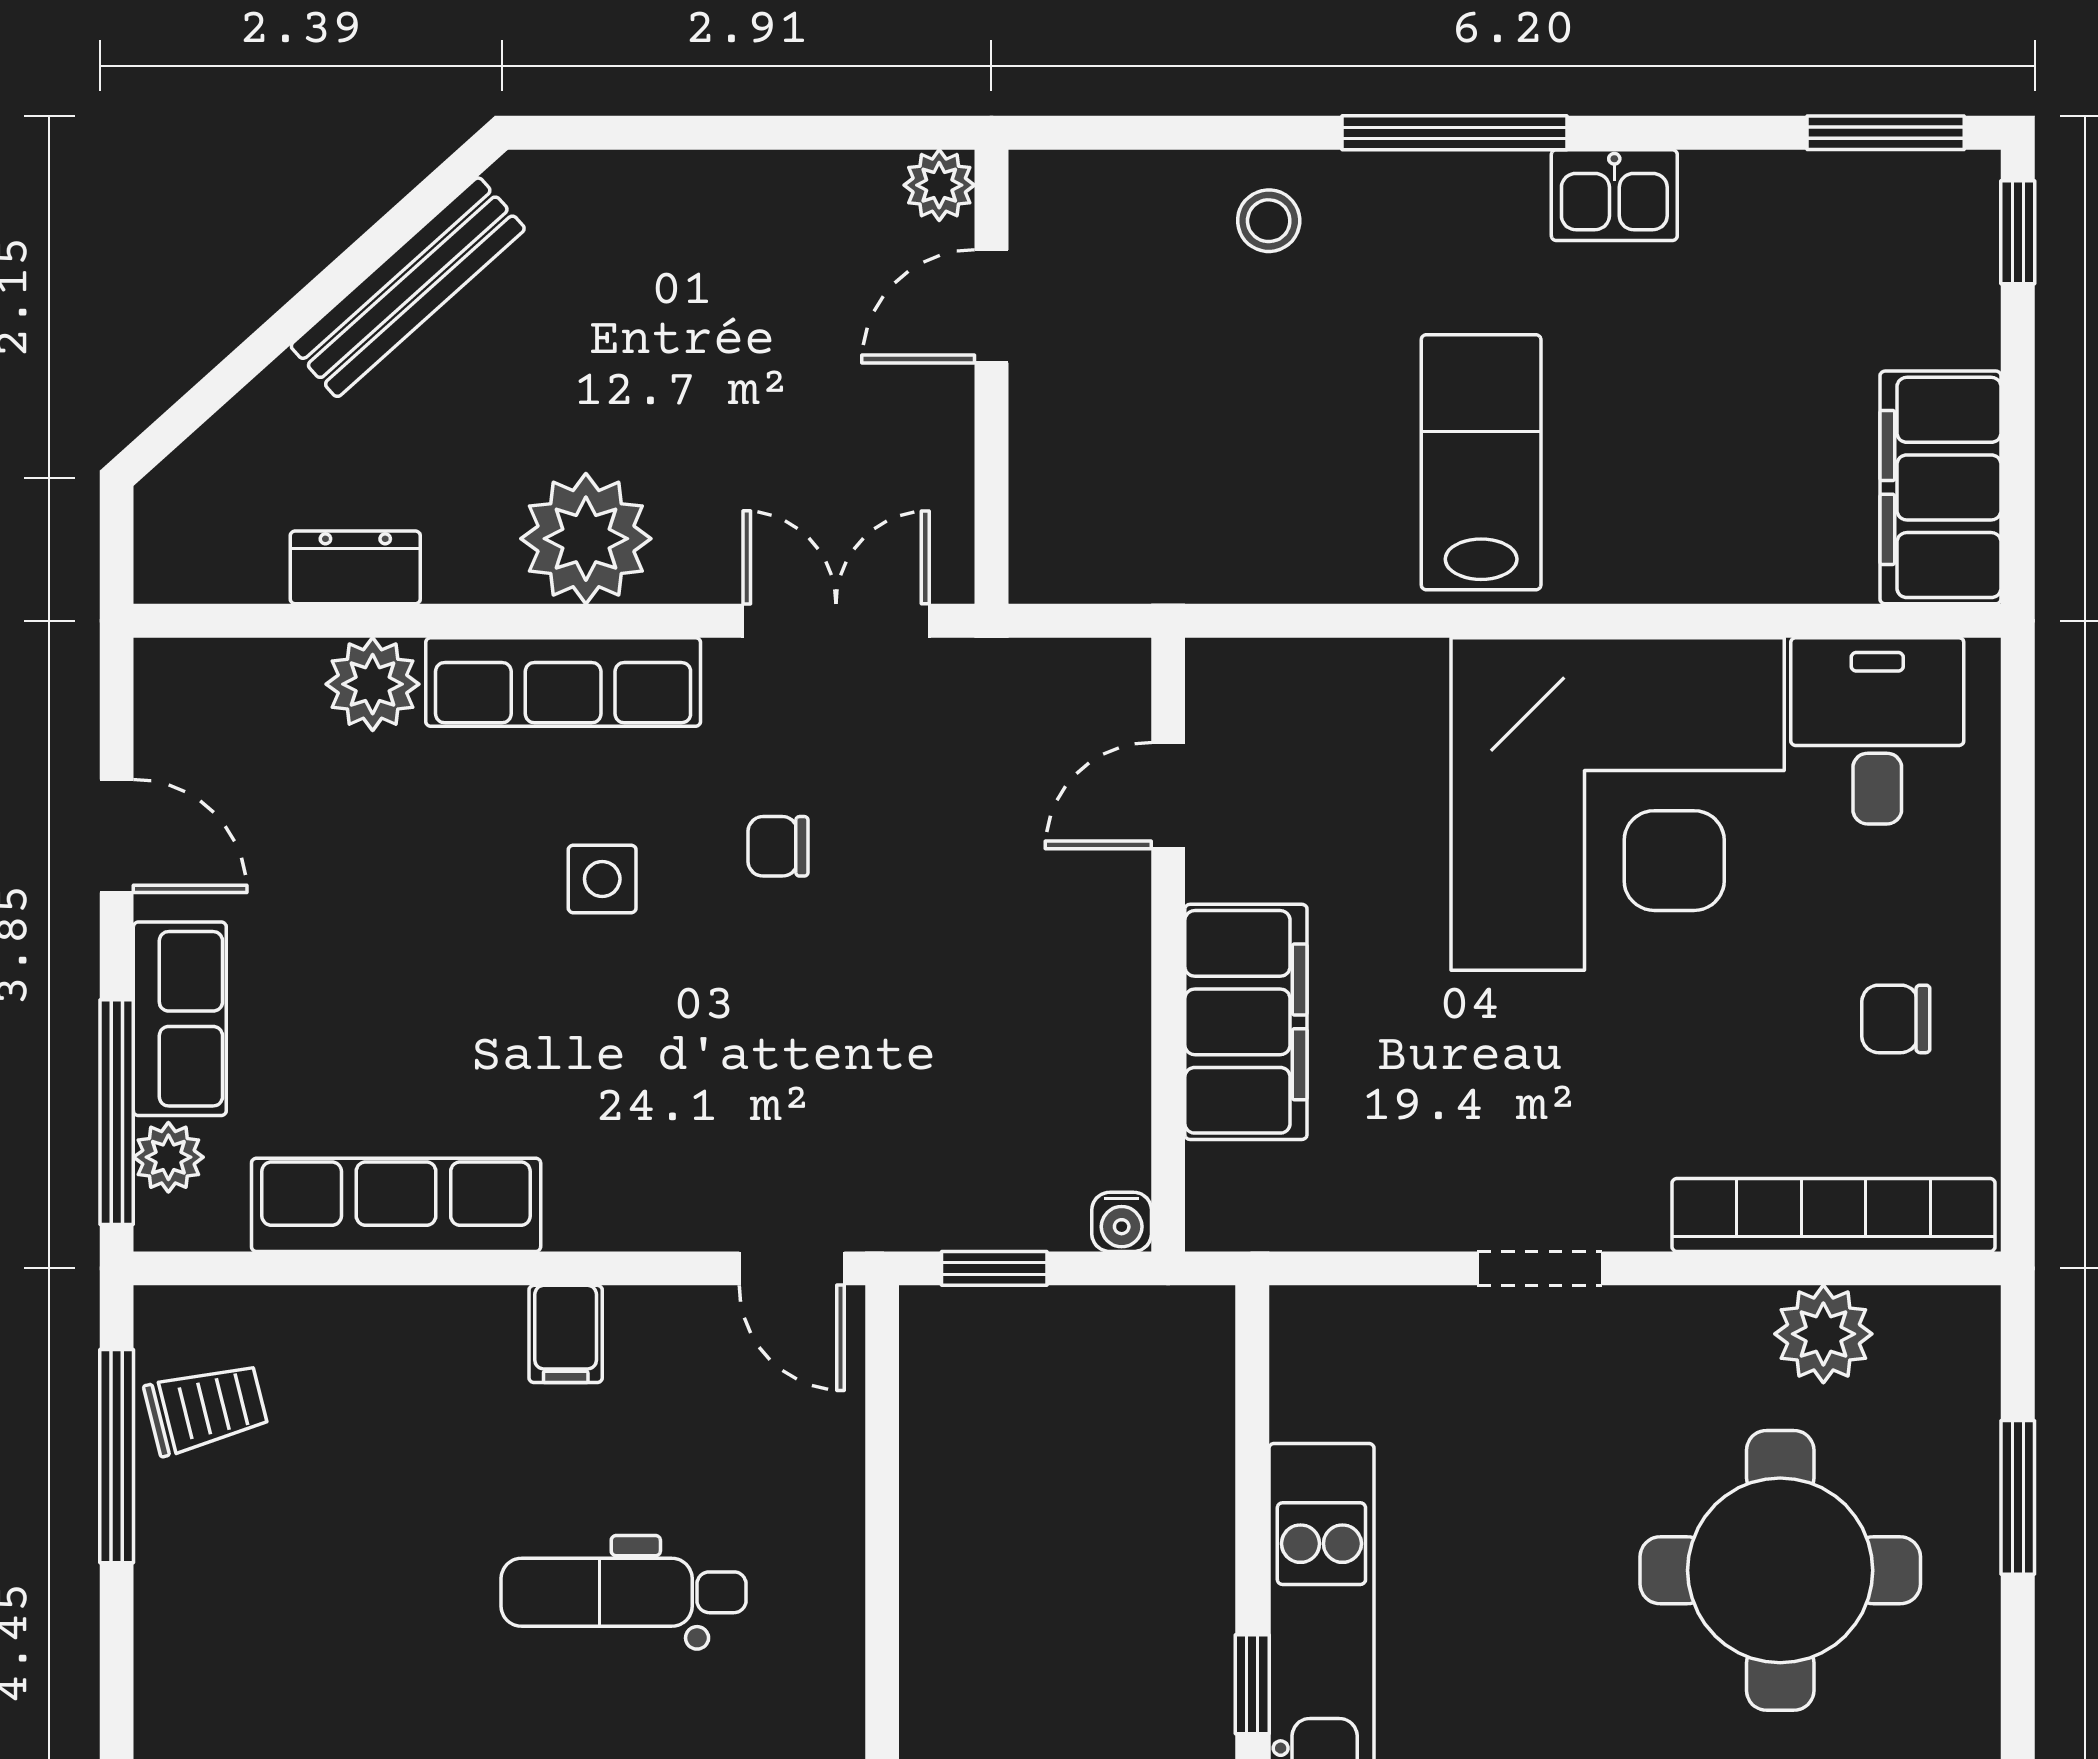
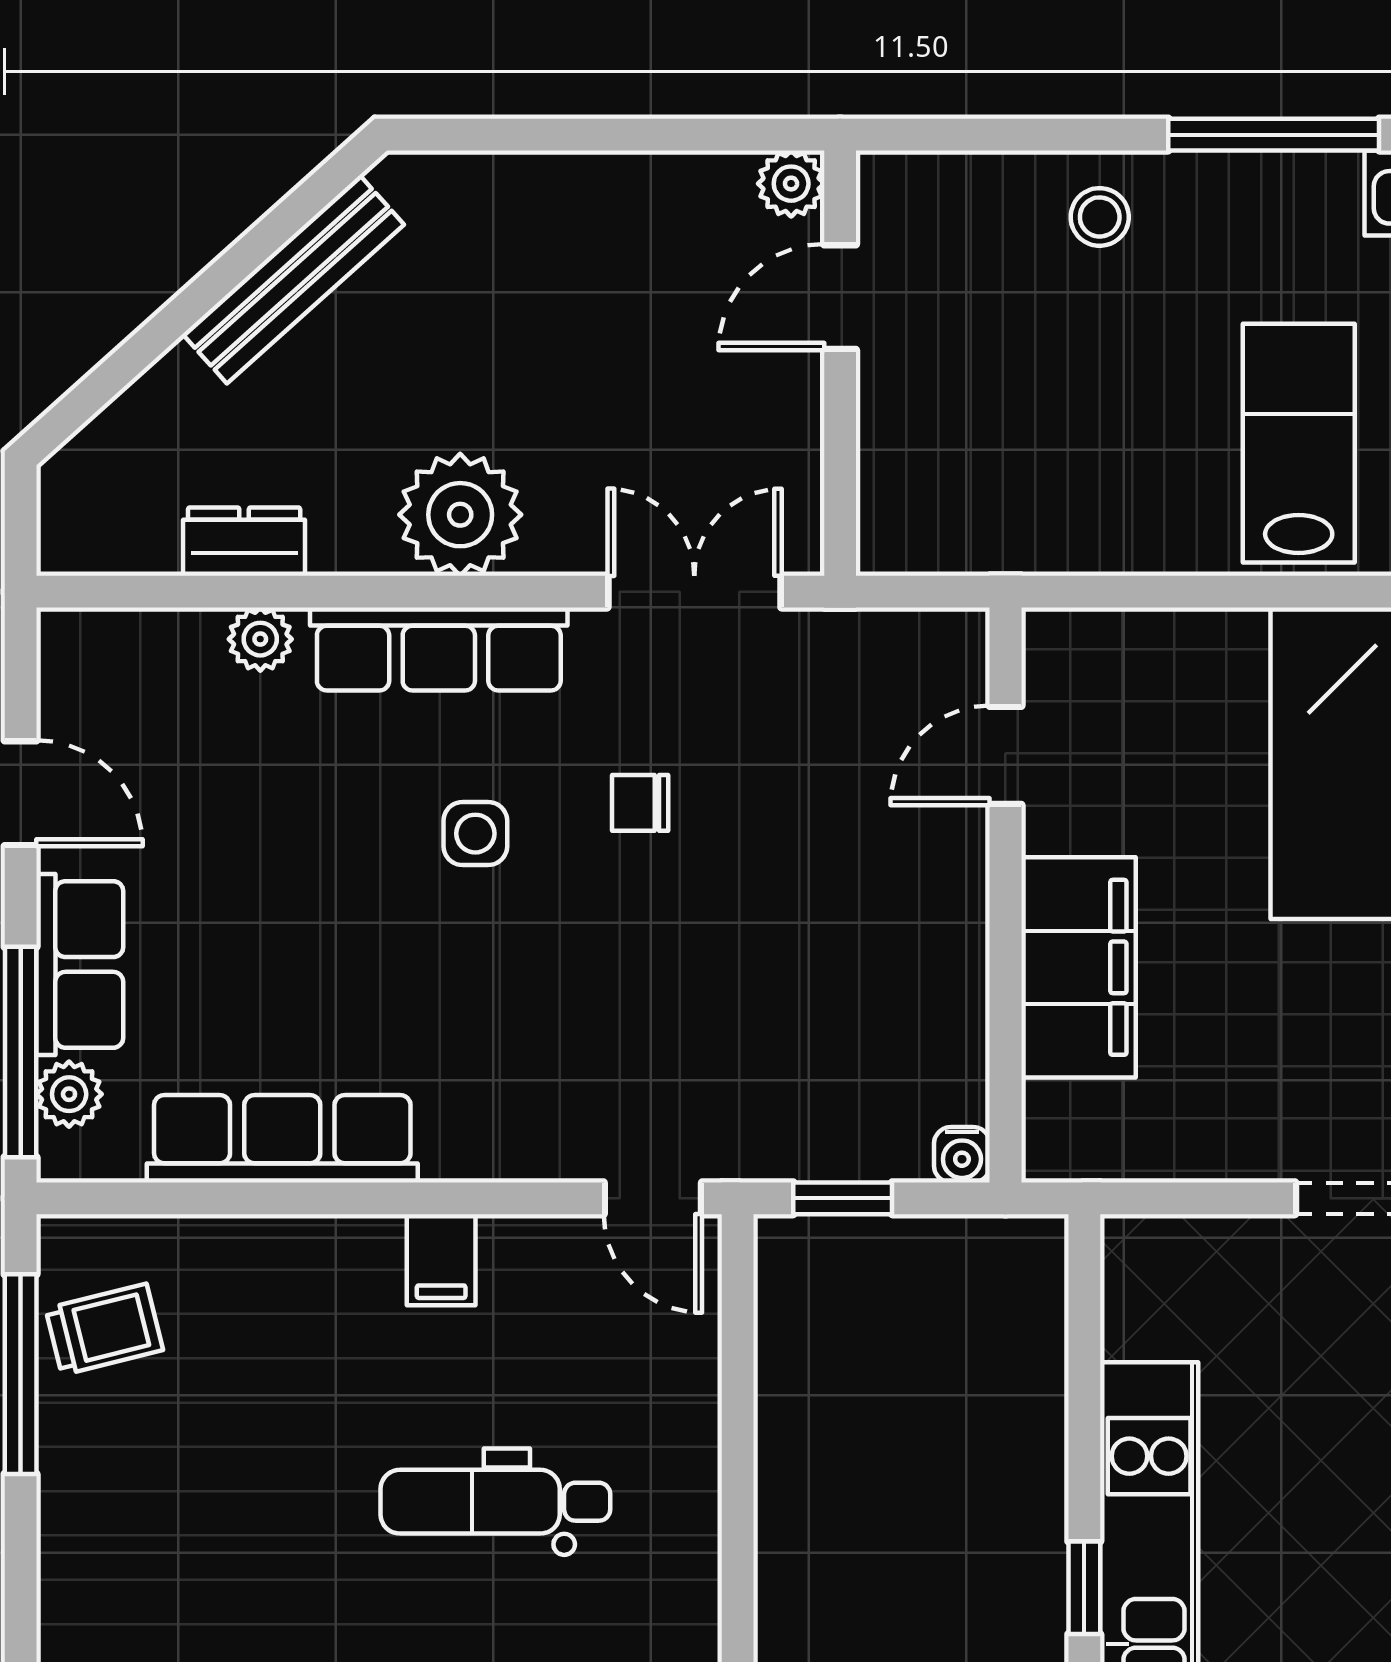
plant: (373, 684) -> (260, 639), width x0.73, depth x0.73

